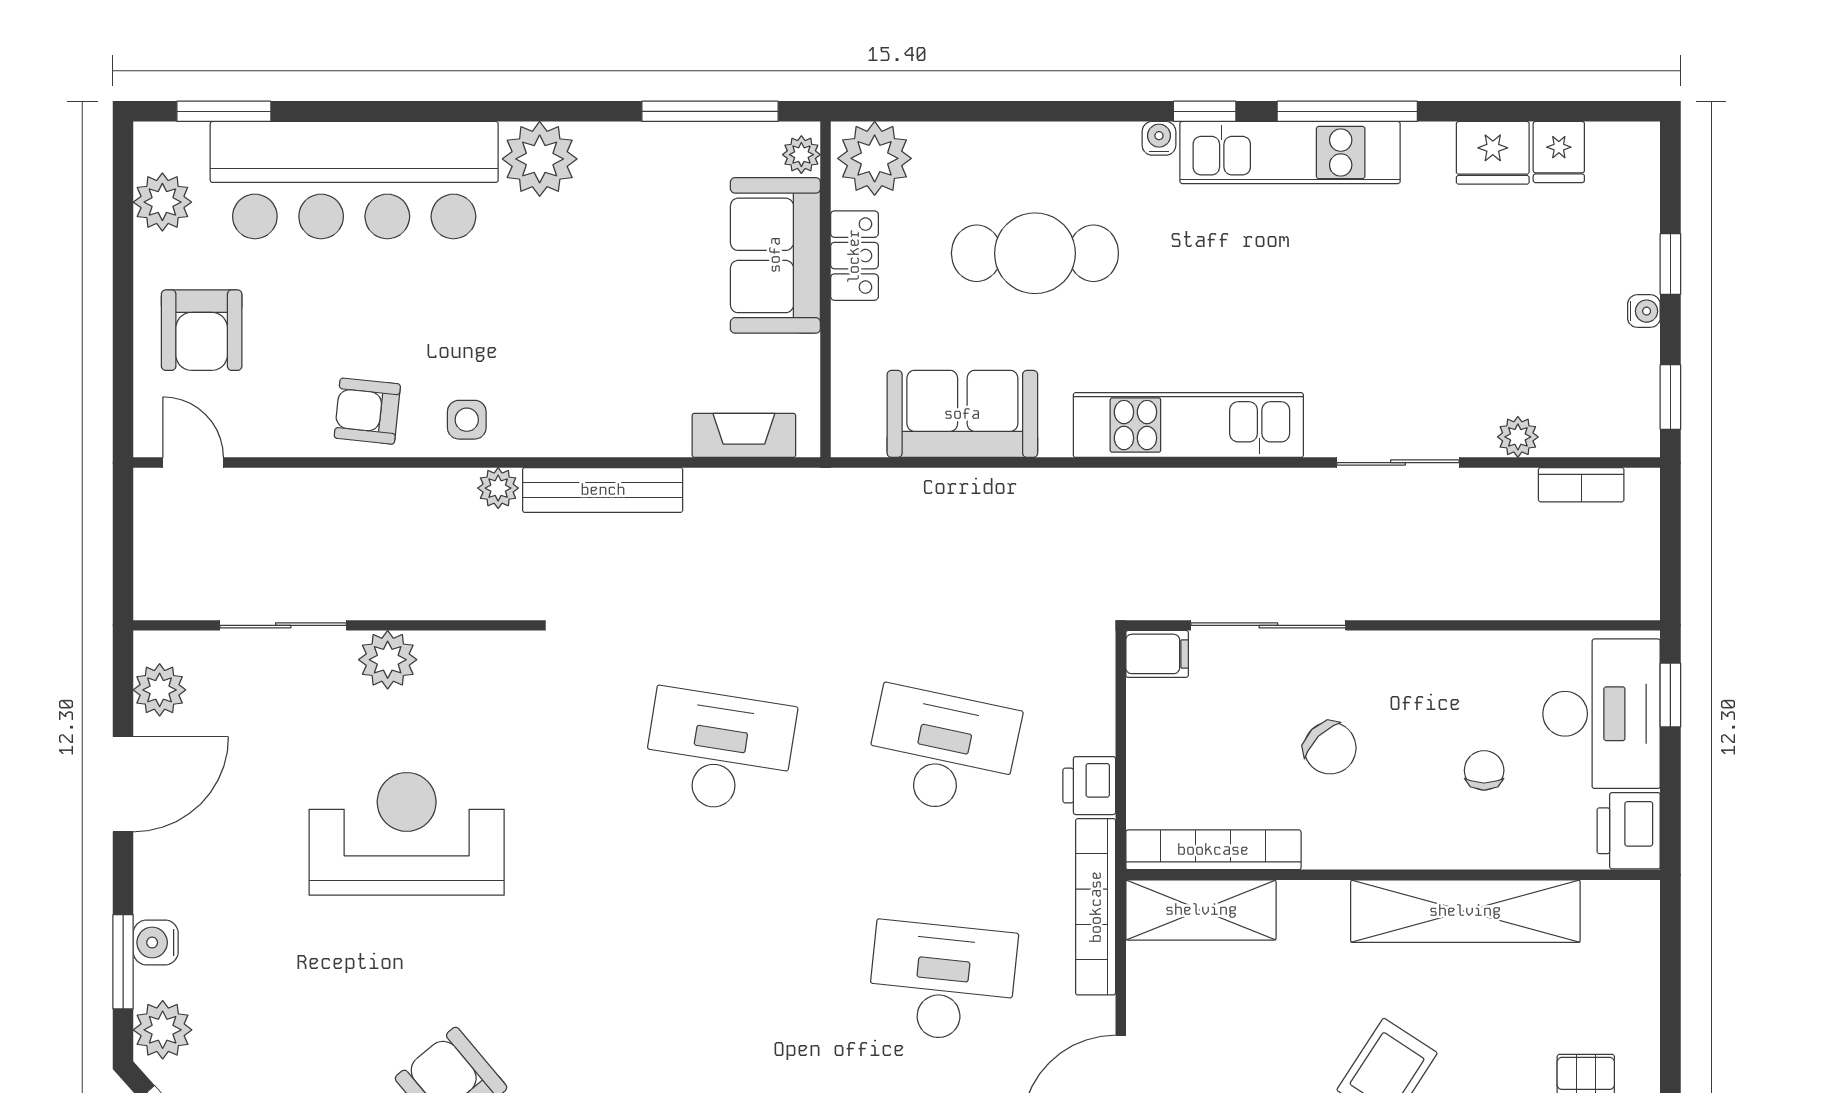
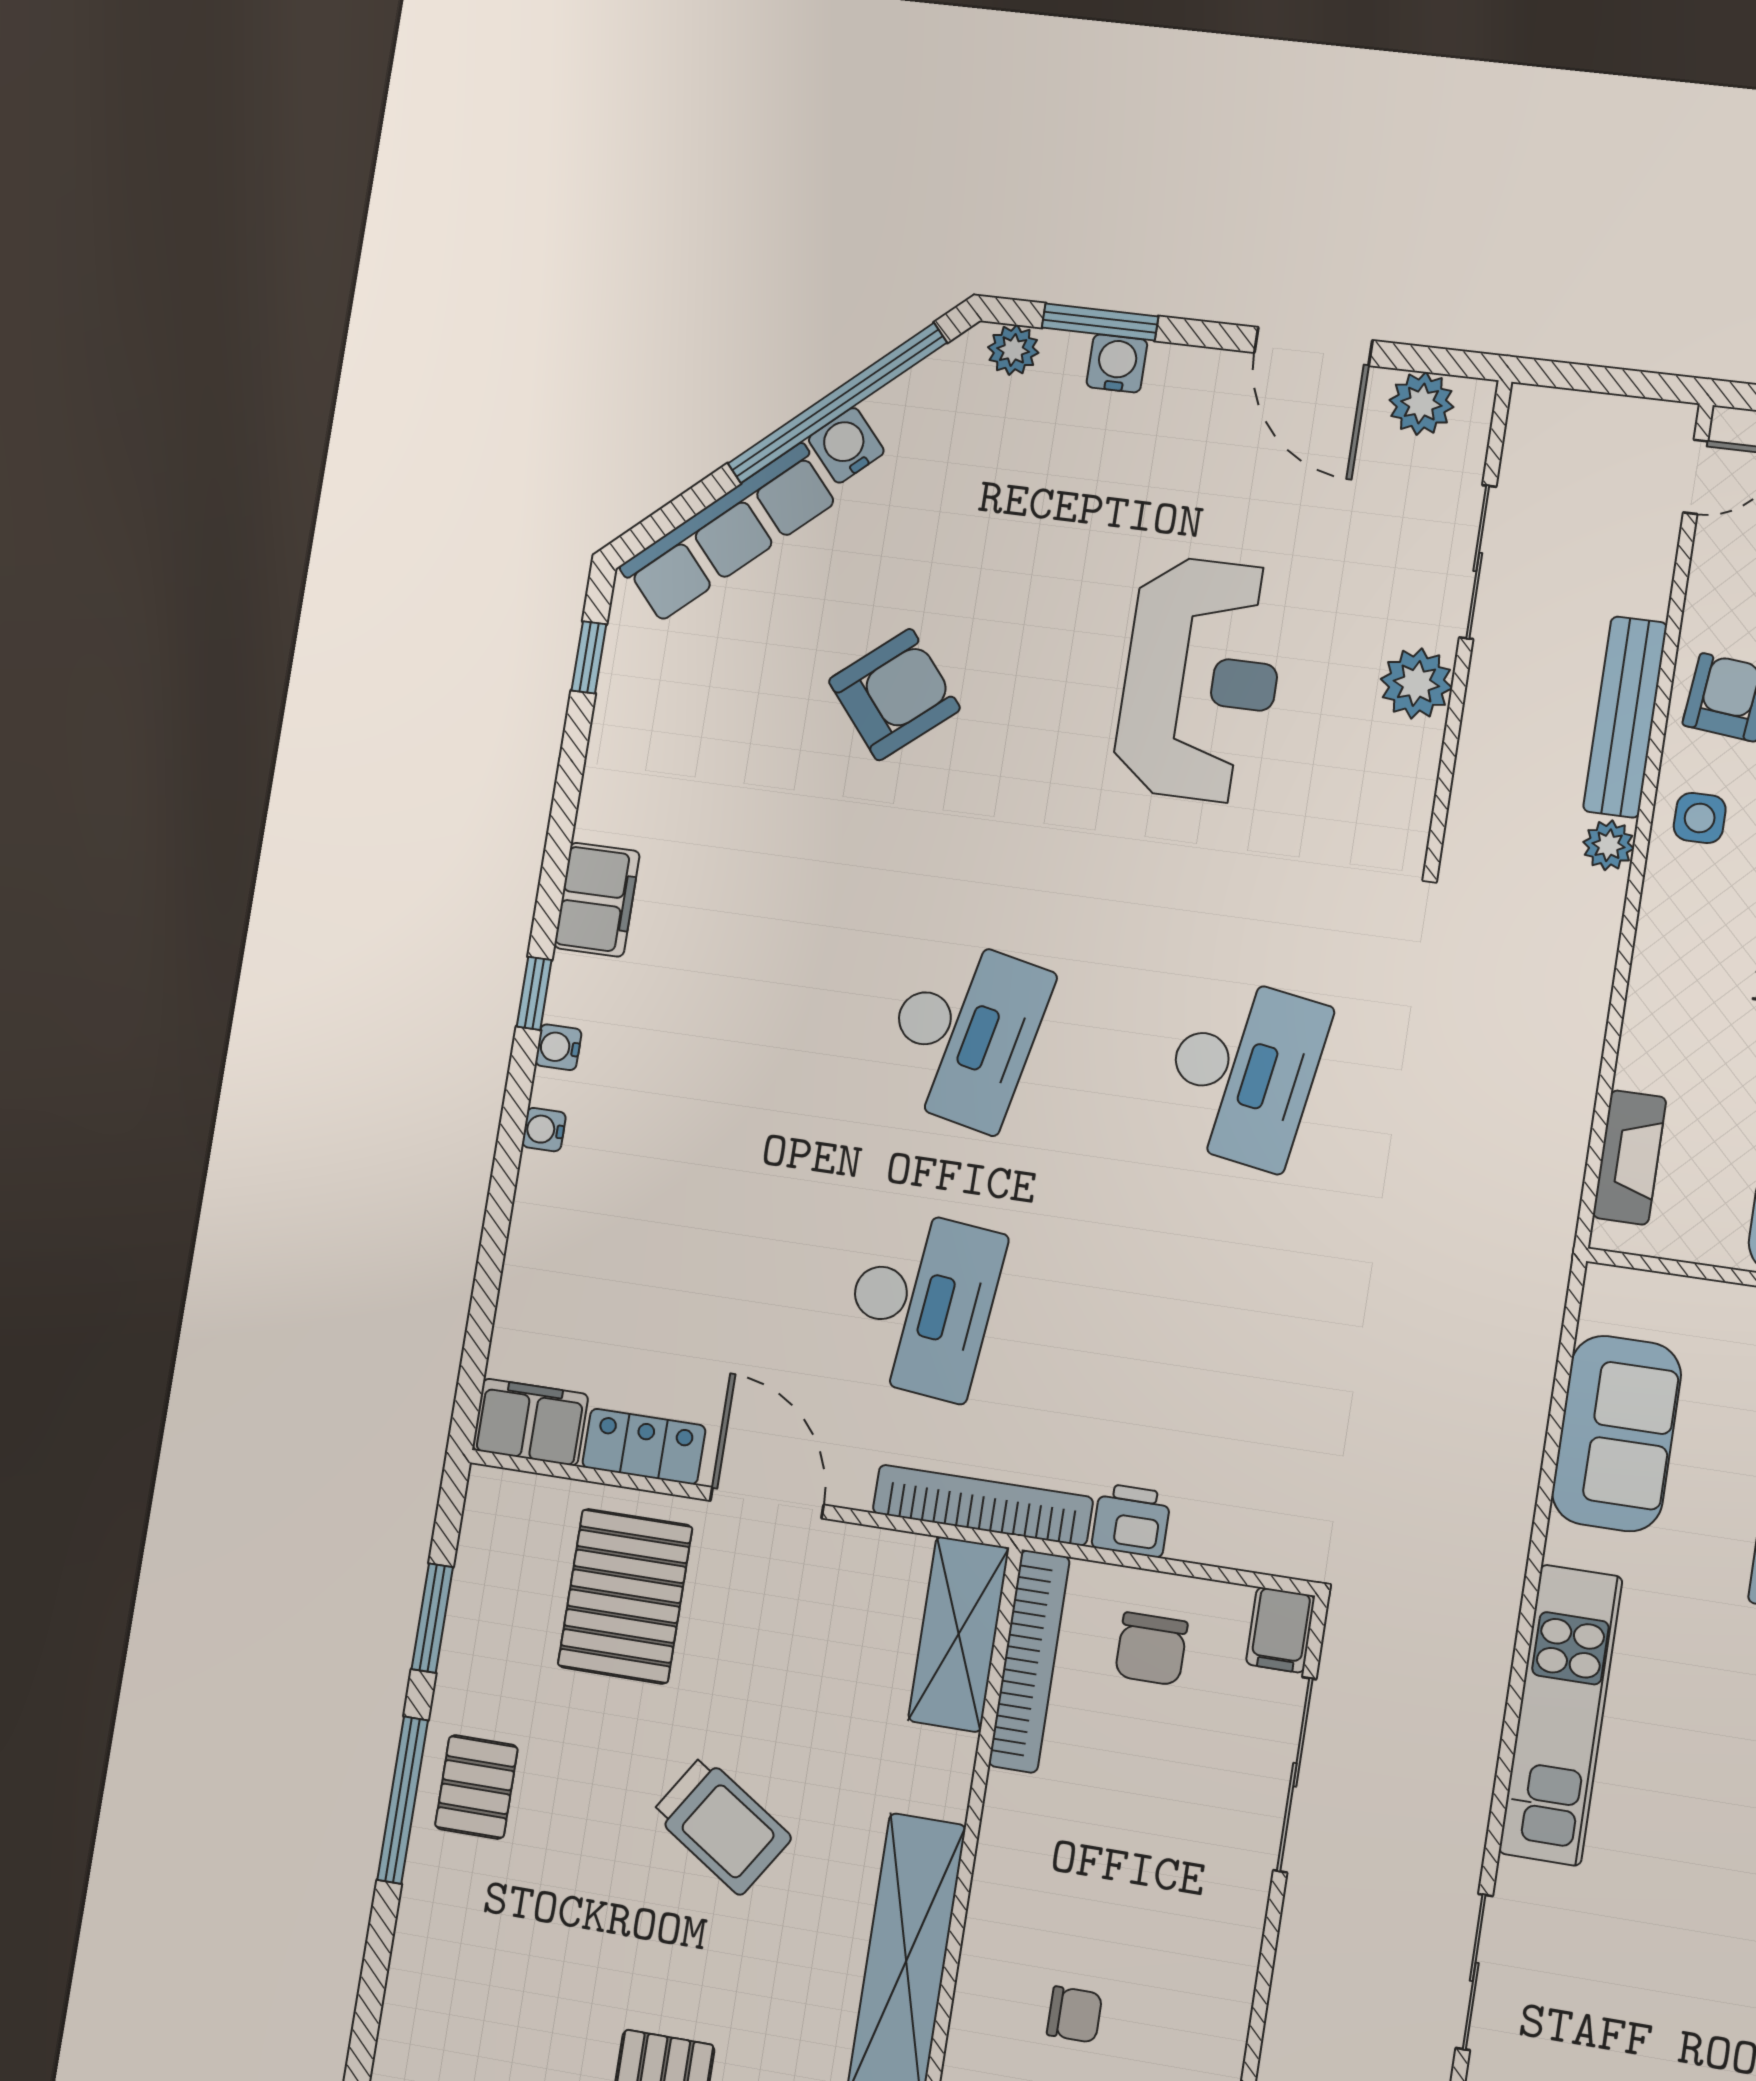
bench: (603, 490) -> (1625, 717), moved
chair: (1330, 748) -> (1151, 1649), moved, turned -45
desk: (942, 751) -> (964, 1033), moved
plant: (163, 1030) -> (1013, 350), width x0.73, depth x0.73

